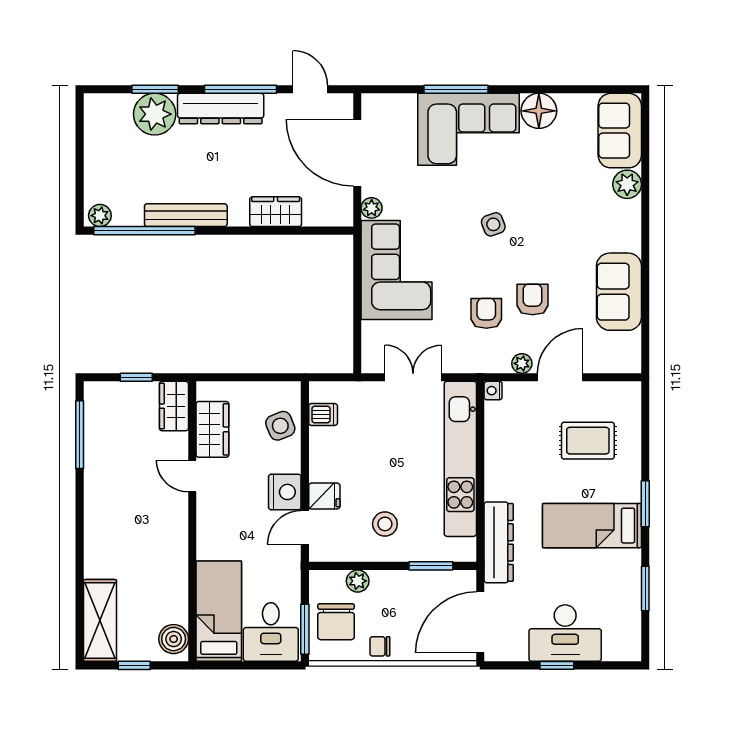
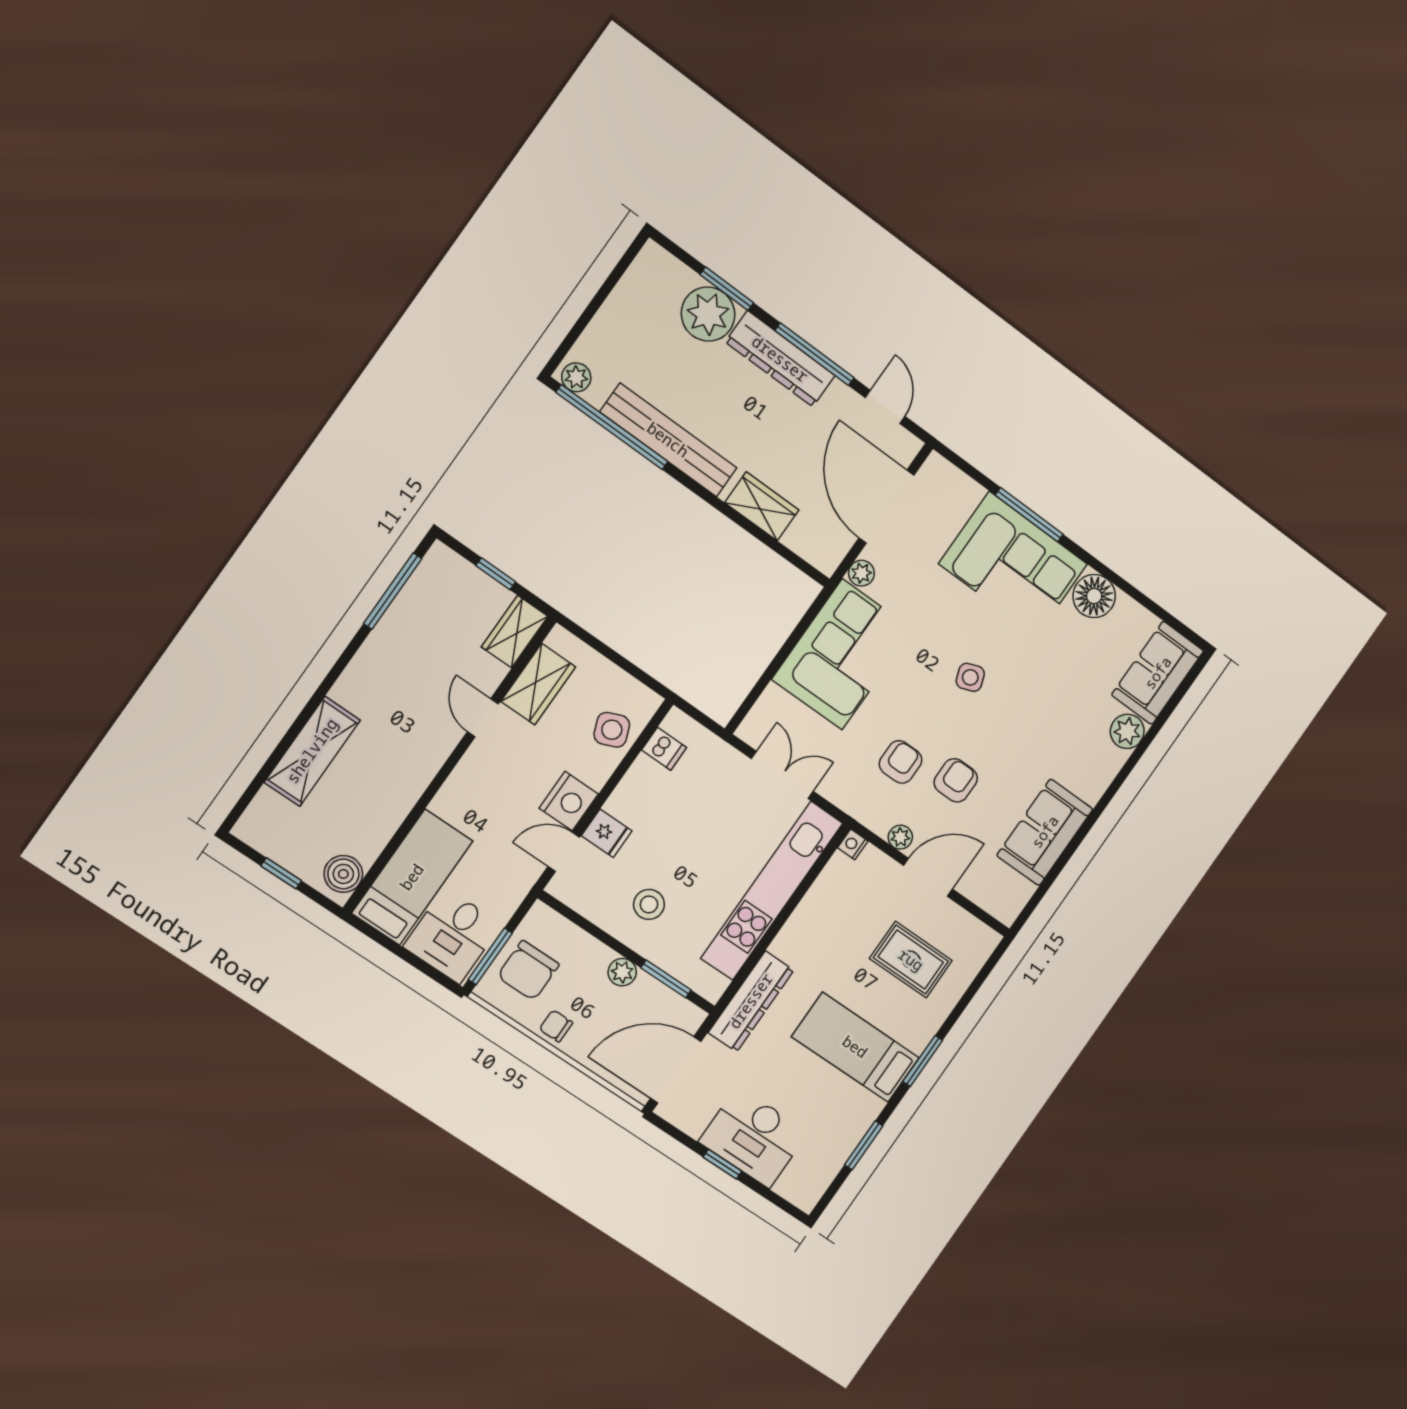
bench: (186, 215) -> (668, 440), width x1.37, depth x1.21
plant: (358, 581) -> (622, 972), moved
shelving: (100, 620) -> (312, 751), moved

